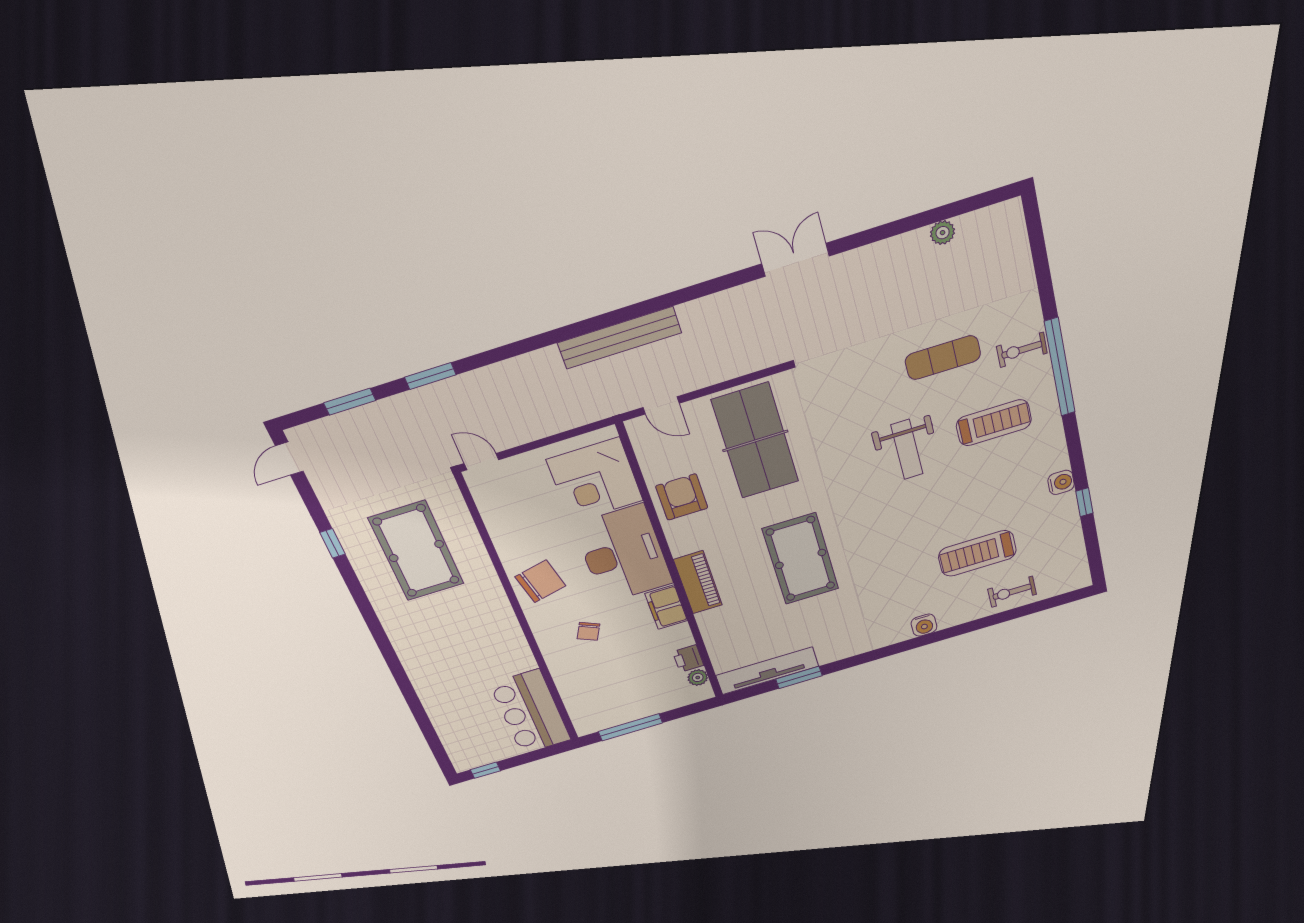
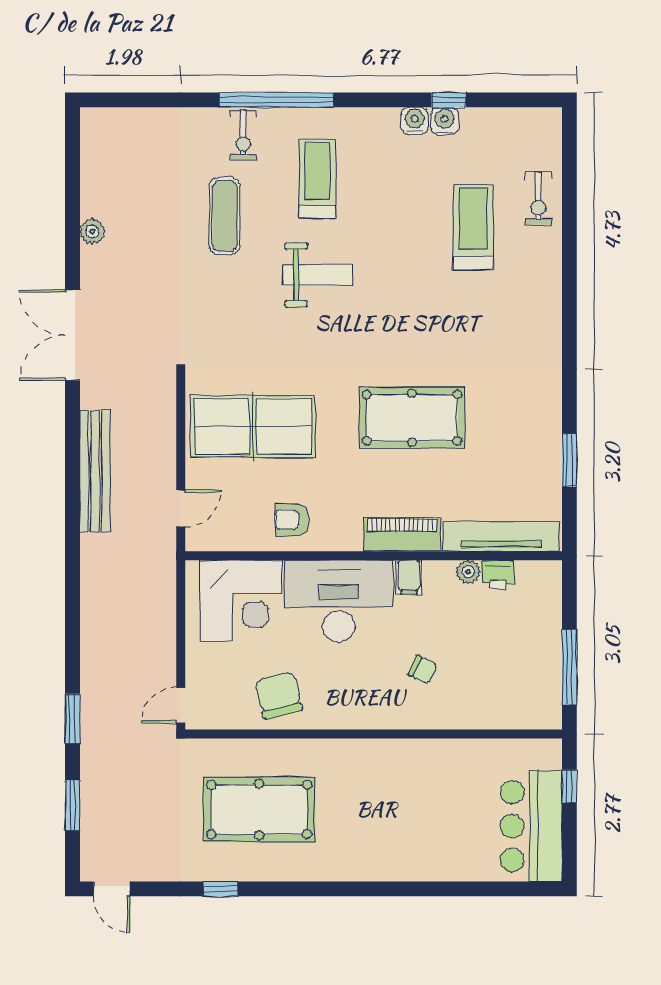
plant: (943, 233) -> (92, 231), moved
double door: (796, 260) -> (73, 335), width x1.37
bench: (620, 338) -> (95, 471), moved
armchair: (682, 497) -> (292, 520), width x0.72, depth x0.72
treadmill: (977, 553) -> (473, 227), turned 180
chair: (540, 581) -> (279, 695), moved
filing cabinet: (666, 607) -> (409, 577), width x0.50
water cooler: (924, 625) -> (445, 121), moved, turned -90
tv unit: (767, 671) -> (501, 536), moved, turned 90
plant: (698, 677) -> (468, 572), moved
bar counter: (530, 712) -> (531, 826), moved, turned 90
window: (485, 770) -> (569, 786), moved

